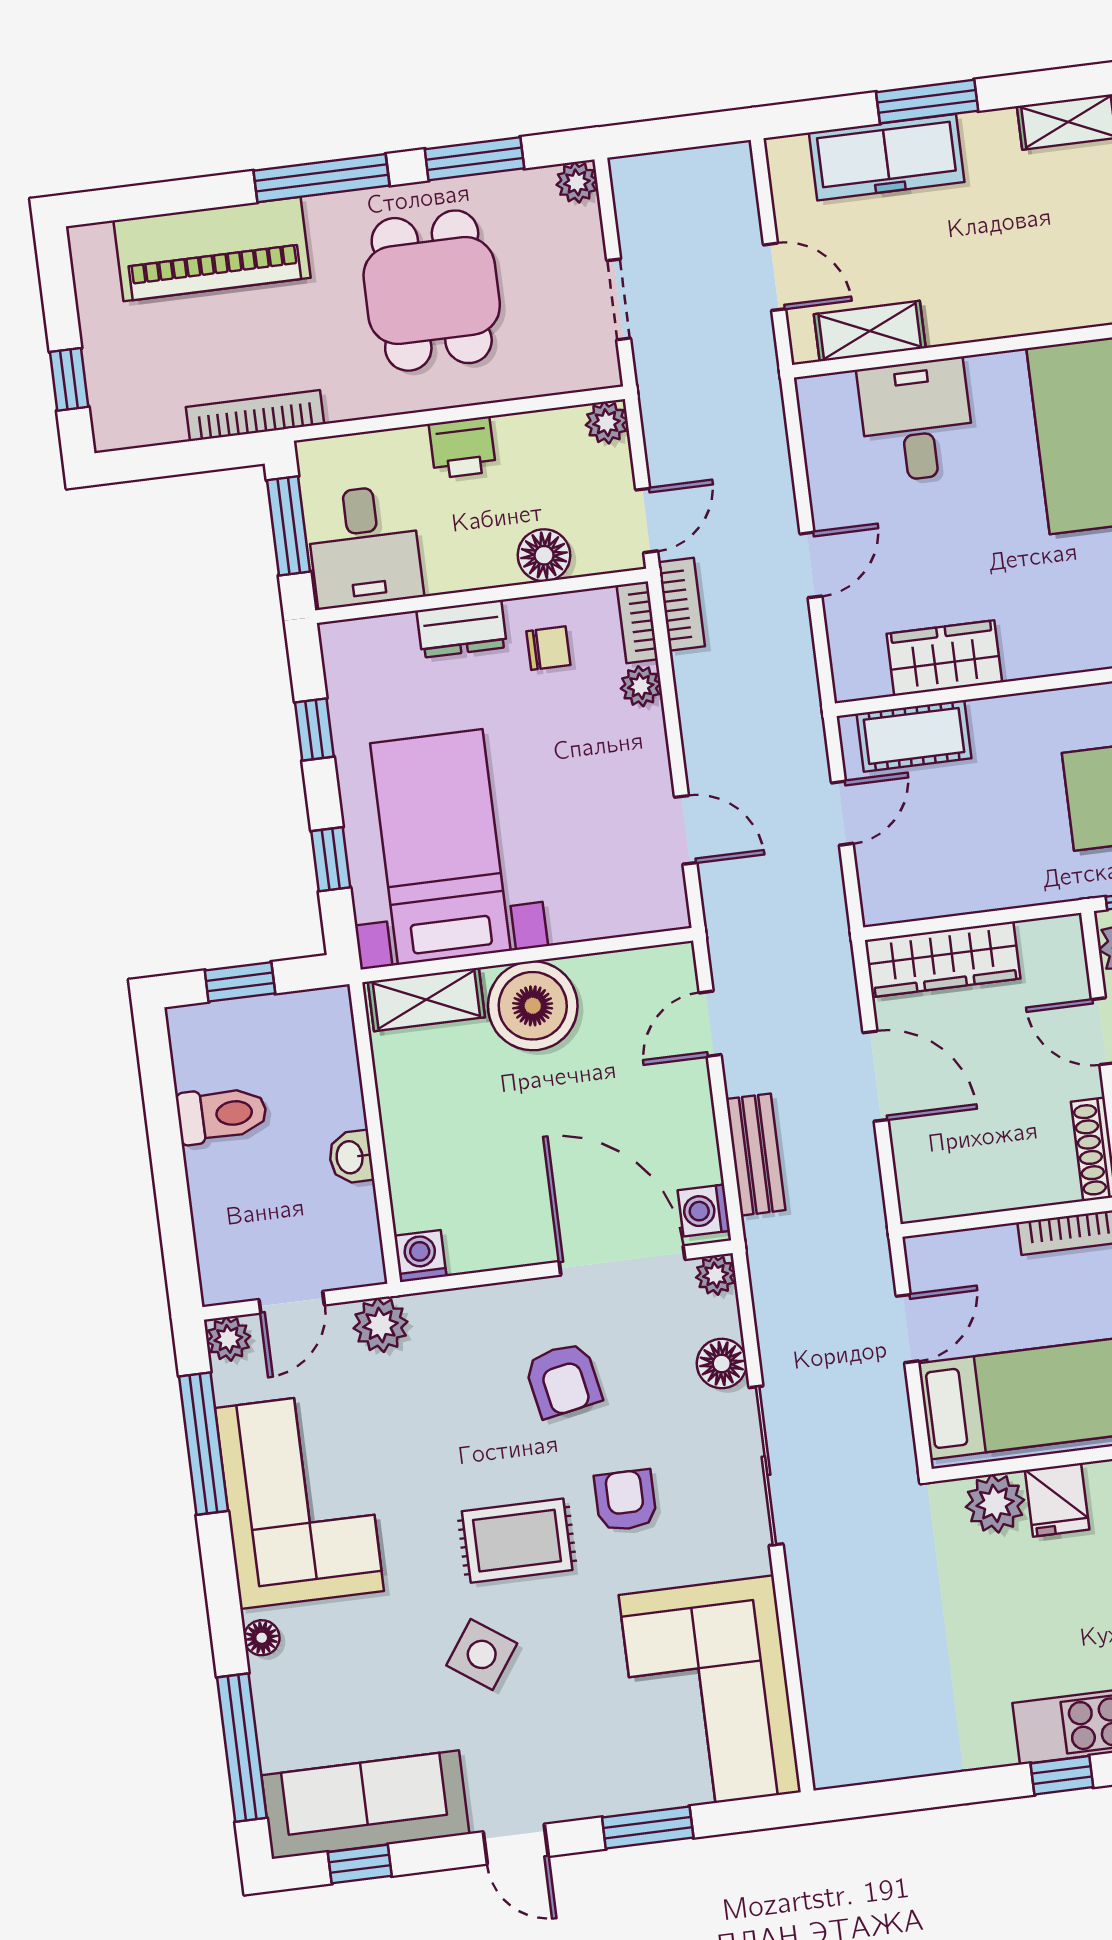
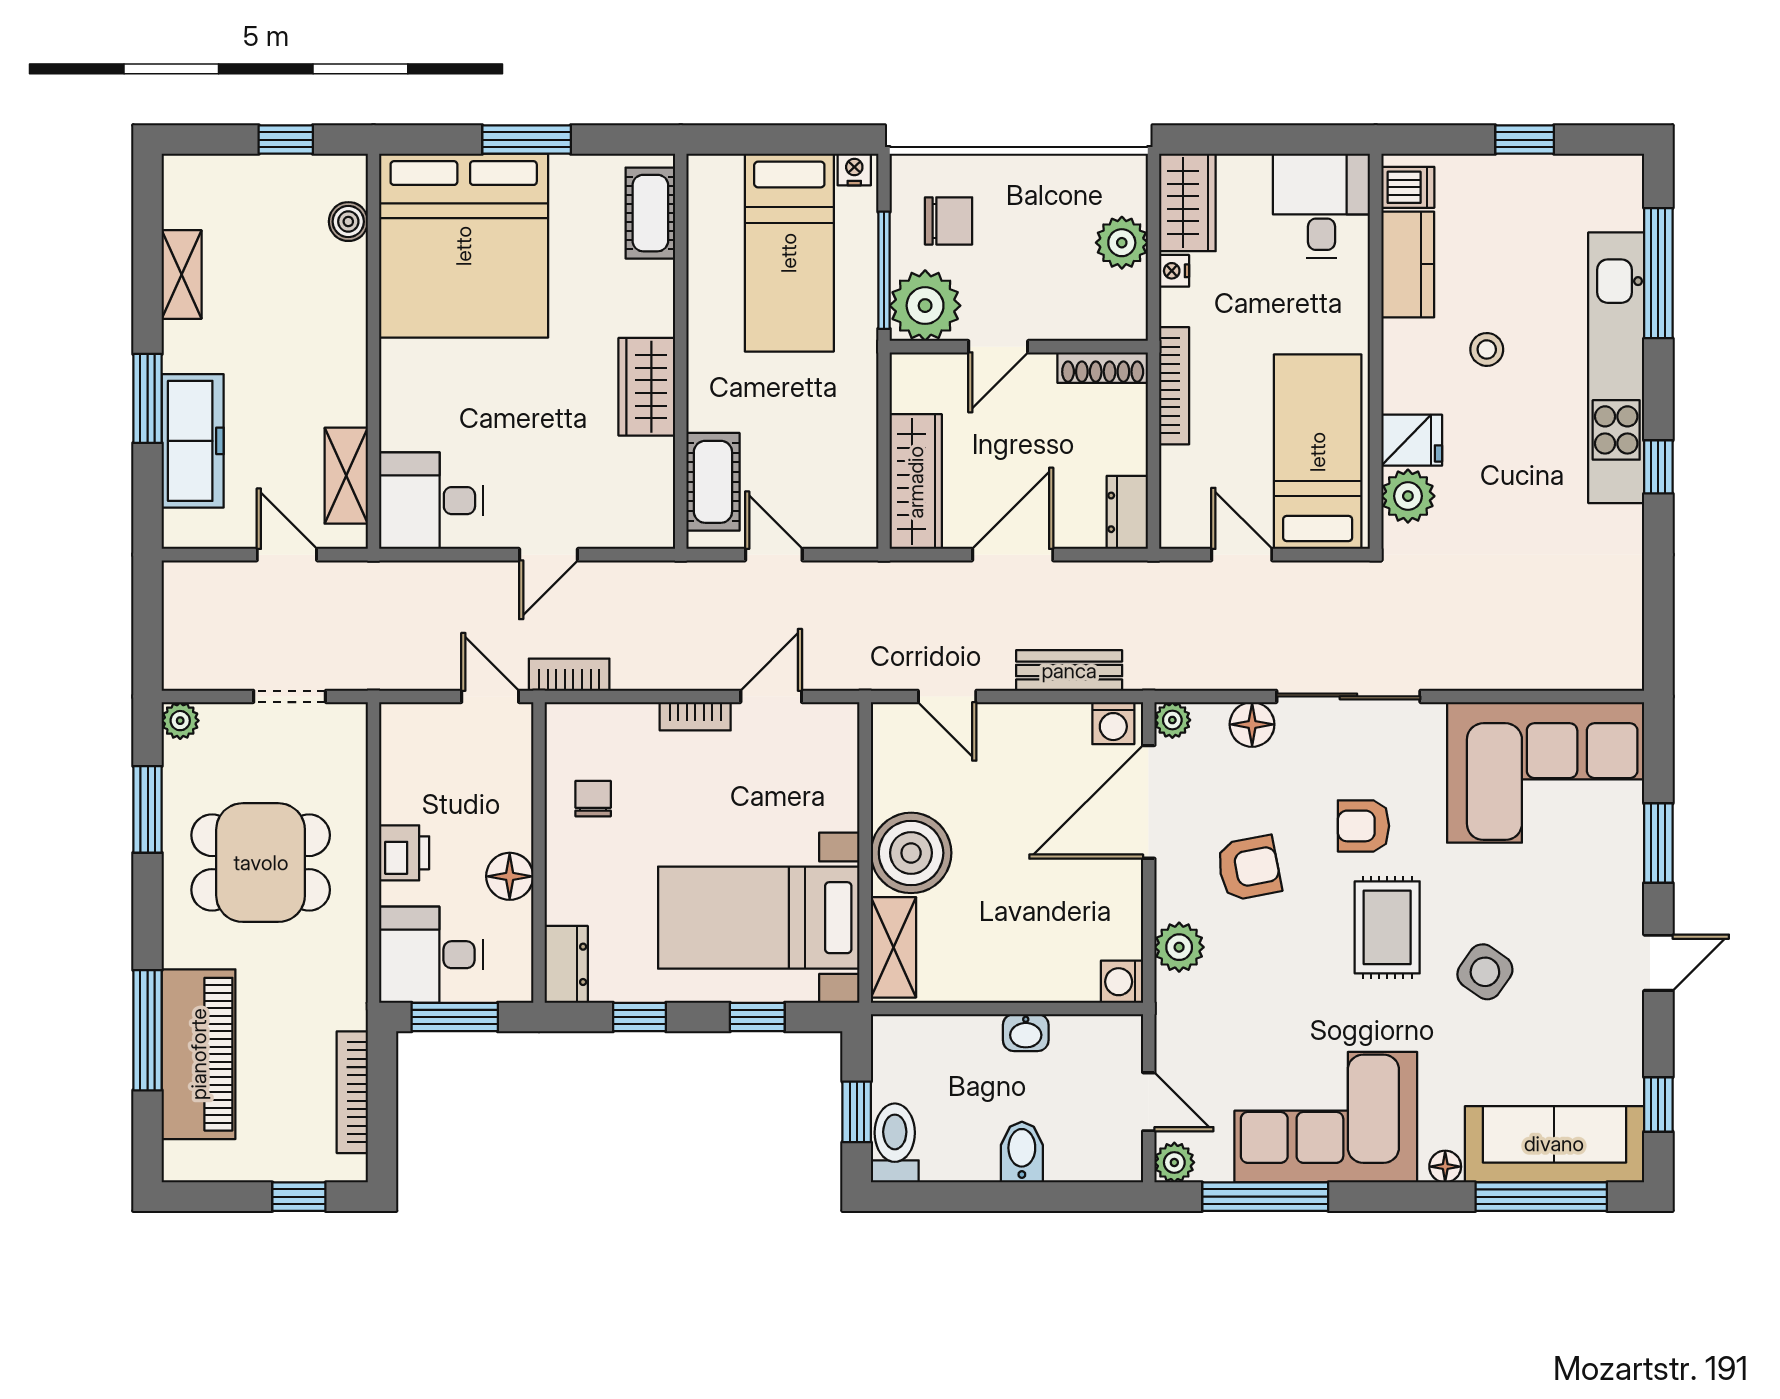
window: (322, 178) -> (148, 1030), moved
door: (775, 277) -> (287, 555), hinge flipped
bookcase: (255, 416) -> (352, 1092), moved
desk: (916, 420) -> (431, 501), moved
plant: (607, 423) -> (398, 721), removed
desk: (364, 546) -> (431, 955), moved, turned 180
floor lamp: (544, 555) -> (510, 876), moved
door: (811, 565) -> (548, 555), swing flipped
bookcase: (637, 622) -> (695, 716), moved
dresser: (462, 629) -> (566, 964), moved
wardrobe: (944, 658) -> (647, 387), moved
plant: (641, 686) -> (638, 720), removed
toilet: (222, 1114) -> (895, 1143), moved
bidet: (219, 1169) -> (1022, 1152), added
dresser: (938, 1196) -> (1127, 512), added
plant: (381, 1325) -> (1179, 947), moved
sofa: (365, 1805) -> (1554, 1144), moved, turned 90

